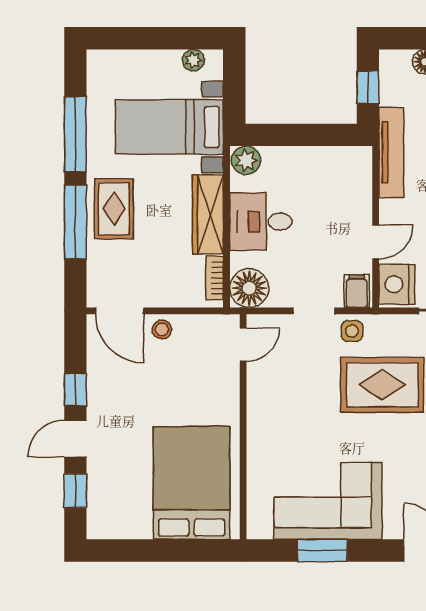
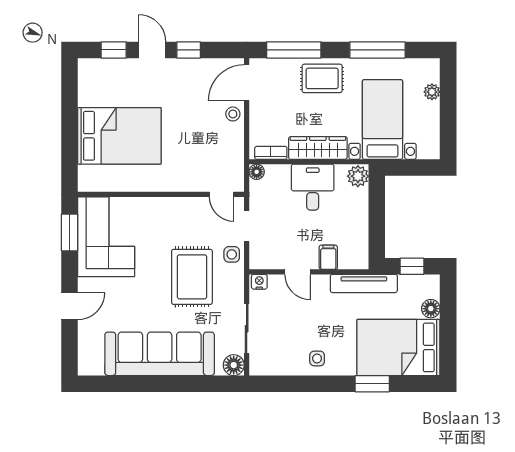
plant: (193, 60) -> (432, 92), moved
window: (75, 222) -> (294, 50), moved
nightstand: (397, 284) -> (259, 282), width x0.53, depth x0.56
floor lamp: (249, 288) -> (257, 172), width x0.53, depth x0.53
filing cabinet: (357, 291) -> (328, 257), moved, turned -90
door: (243, 345) -> (222, 194), moved
wall: (243, 427) -> (161, 194), moved

